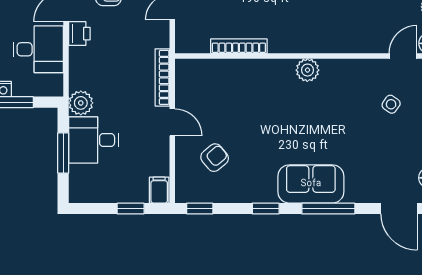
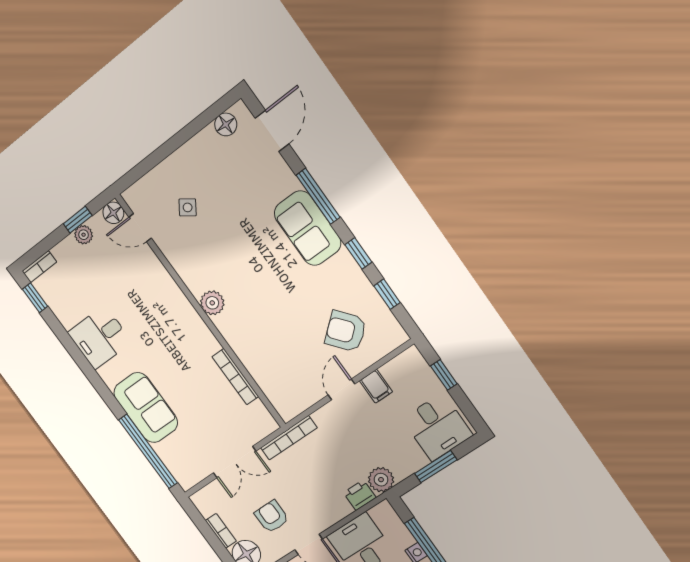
printer: (79, 34) -> (360, 495), moved
bookcase: (162, 77) -> (289, 438), moved
desk: (94, 140) -> (437, 427), moved
armchair: (215, 158) -> (346, 331), width x1.38, depth x1.38
filing cabinet: (159, 190) -> (376, 386), moved, turned -90
window: (200, 208) -> (387, 294), moved

